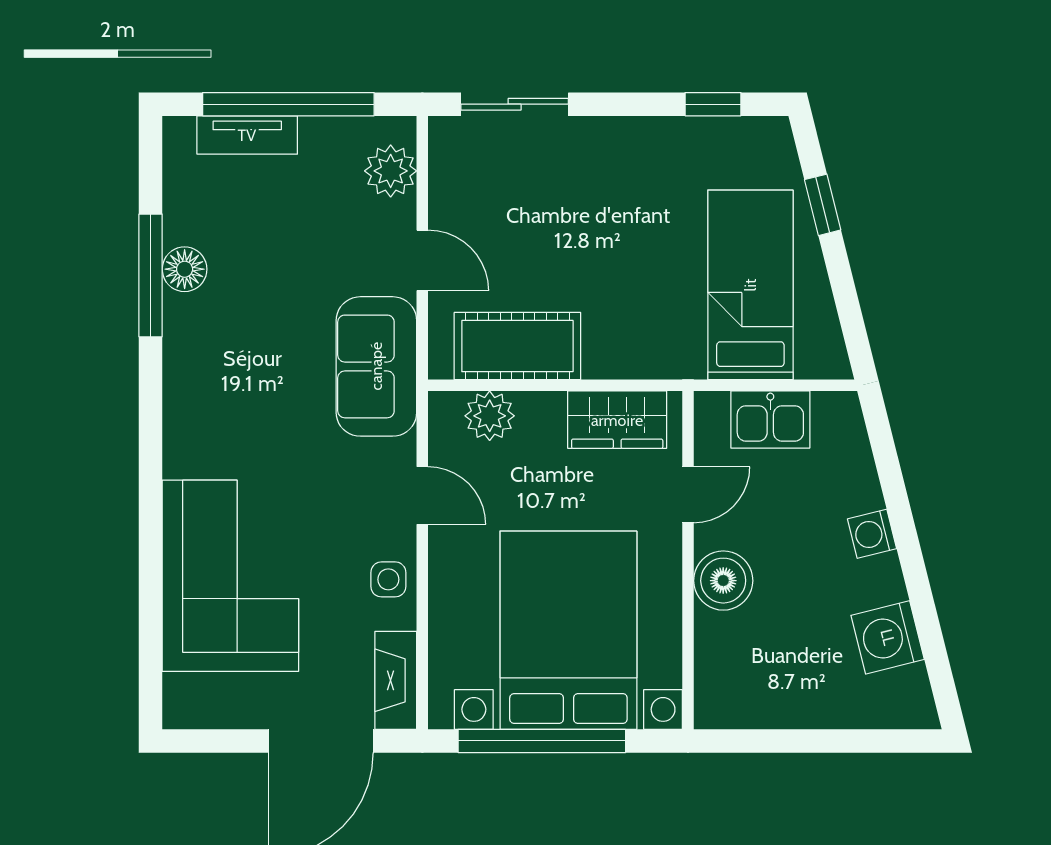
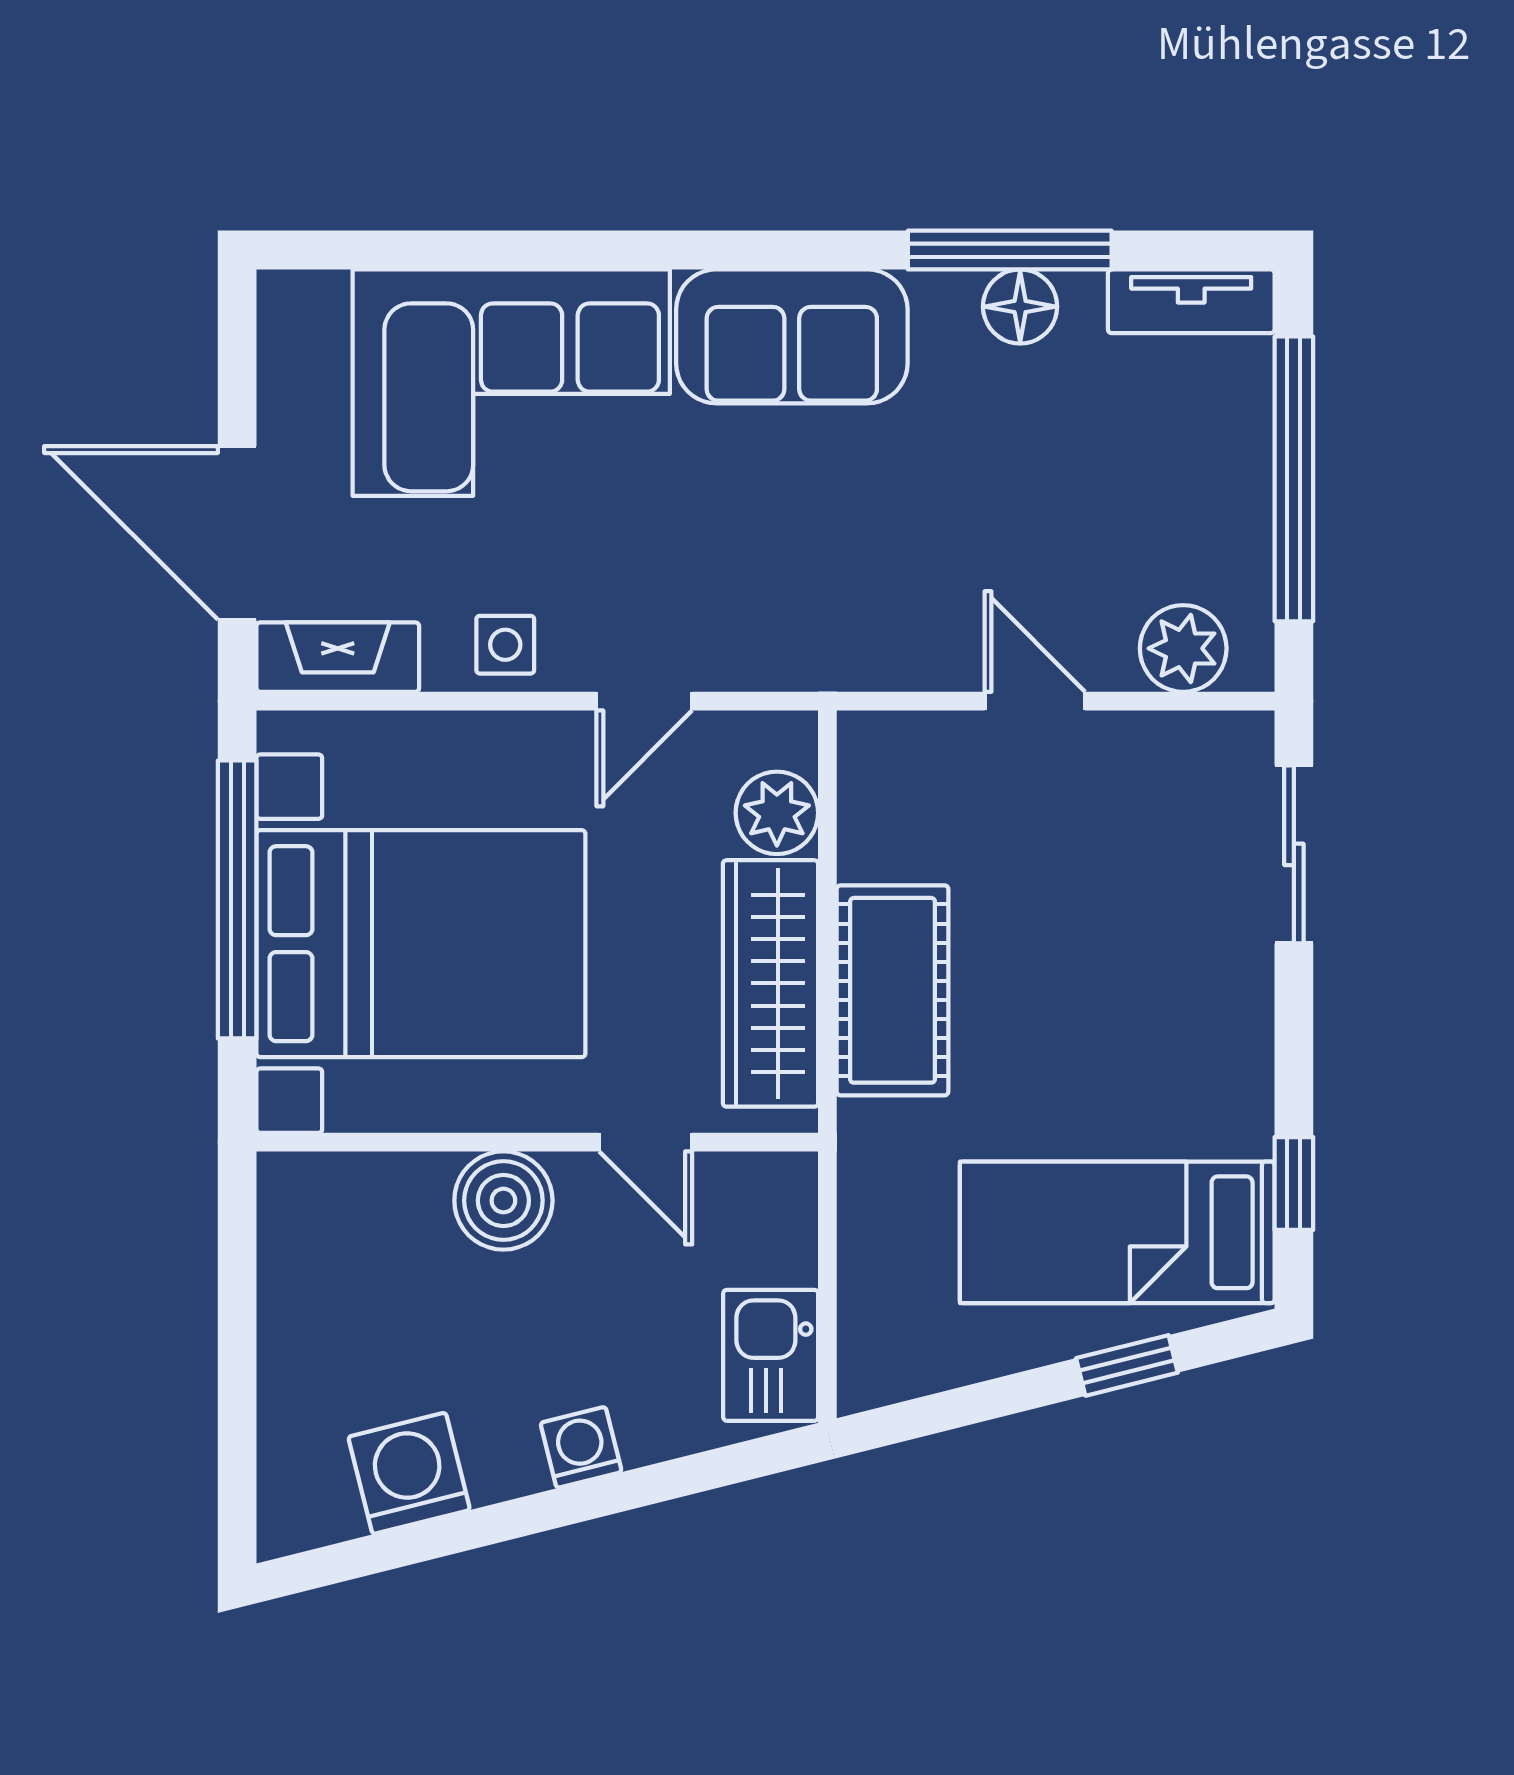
tv unit: (247, 135) -> (1191, 301), moved, turned -90
door: (422, 260) -> (1035, 701), swing flipped
bed: (750, 285) -> (1117, 1232), moved, turned 180
cot: (517, 346) -> (893, 990), moved
sofa: (376, 366) -> (792, 336), moved, turned 180
kitchen sink: (770, 419) -> (771, 1355), moved
wardrobe: (617, 420) -> (770, 983), width x1.50

